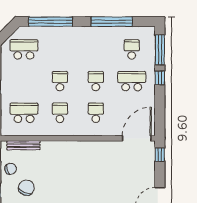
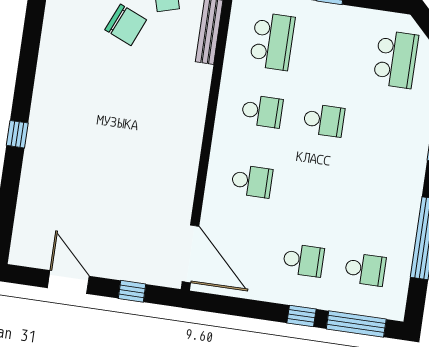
school desk: (96, 81) -> (314, 190), removed
school desk: (132, 81) -> (303, 260), width x0.54
window: (160, 155) -> (132, 291), moved

